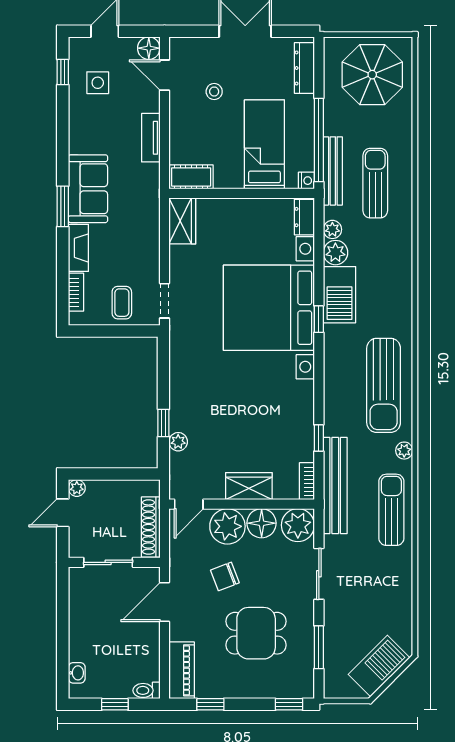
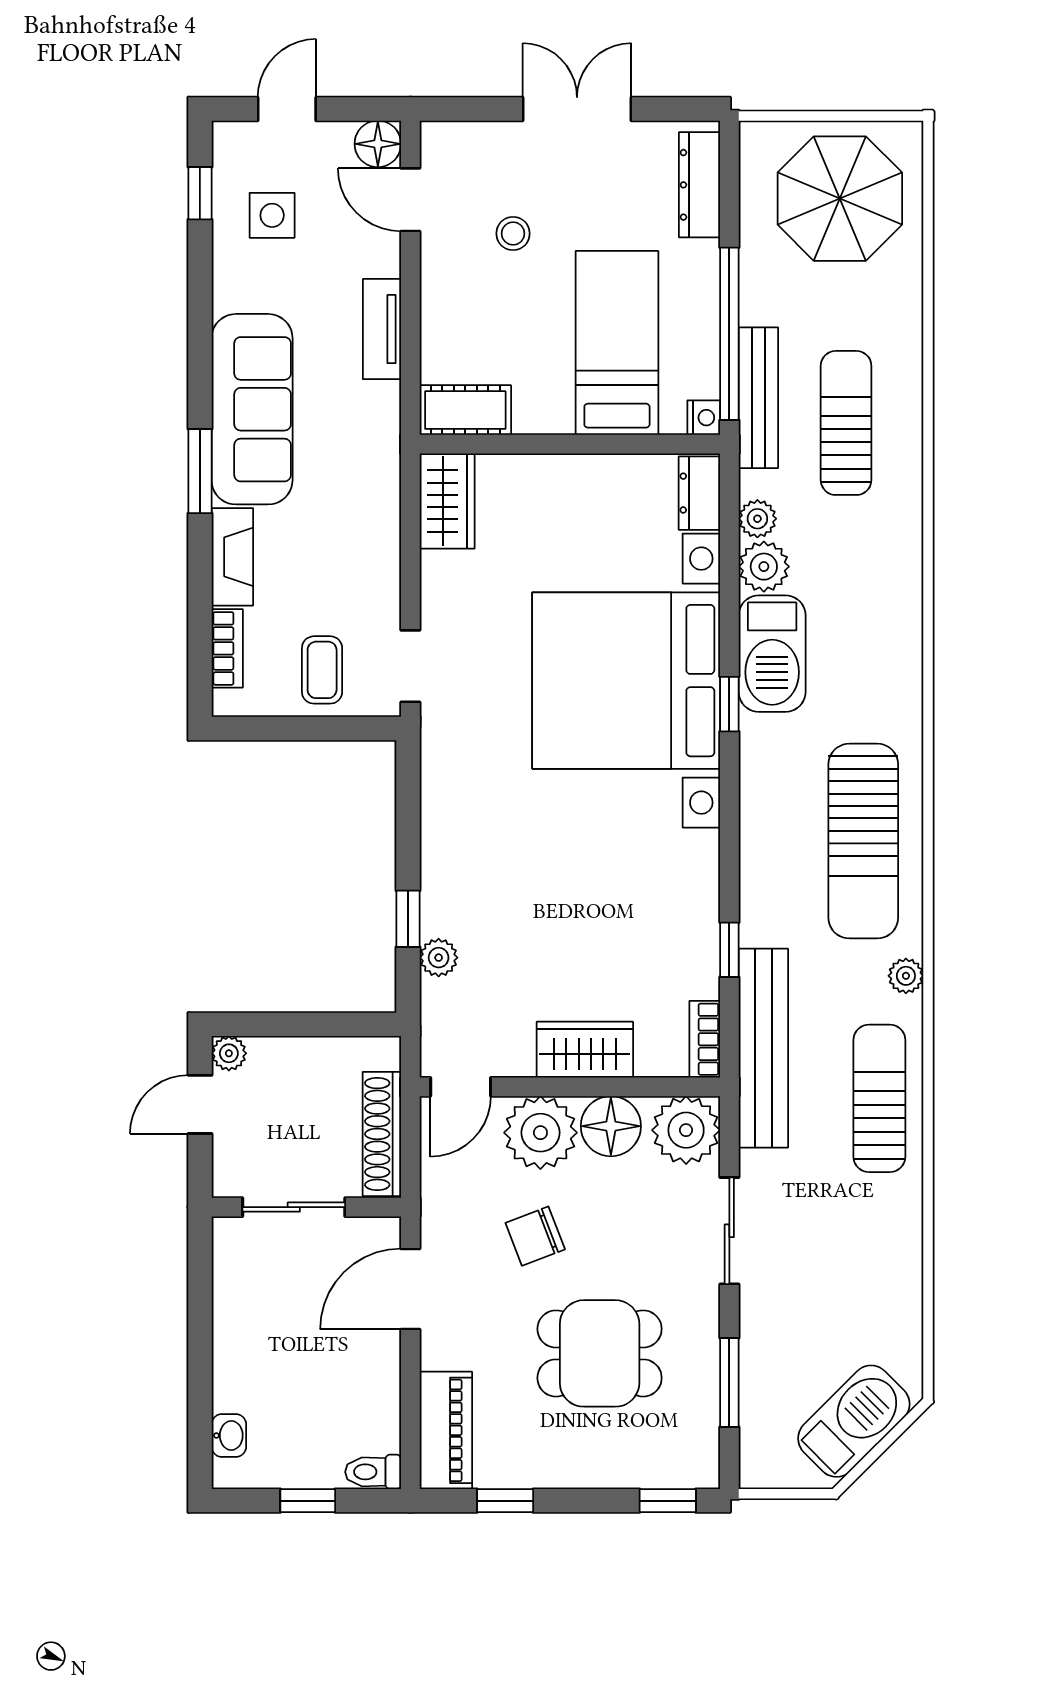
sofa: (88, 189) -> (252, 409), width x1.36

